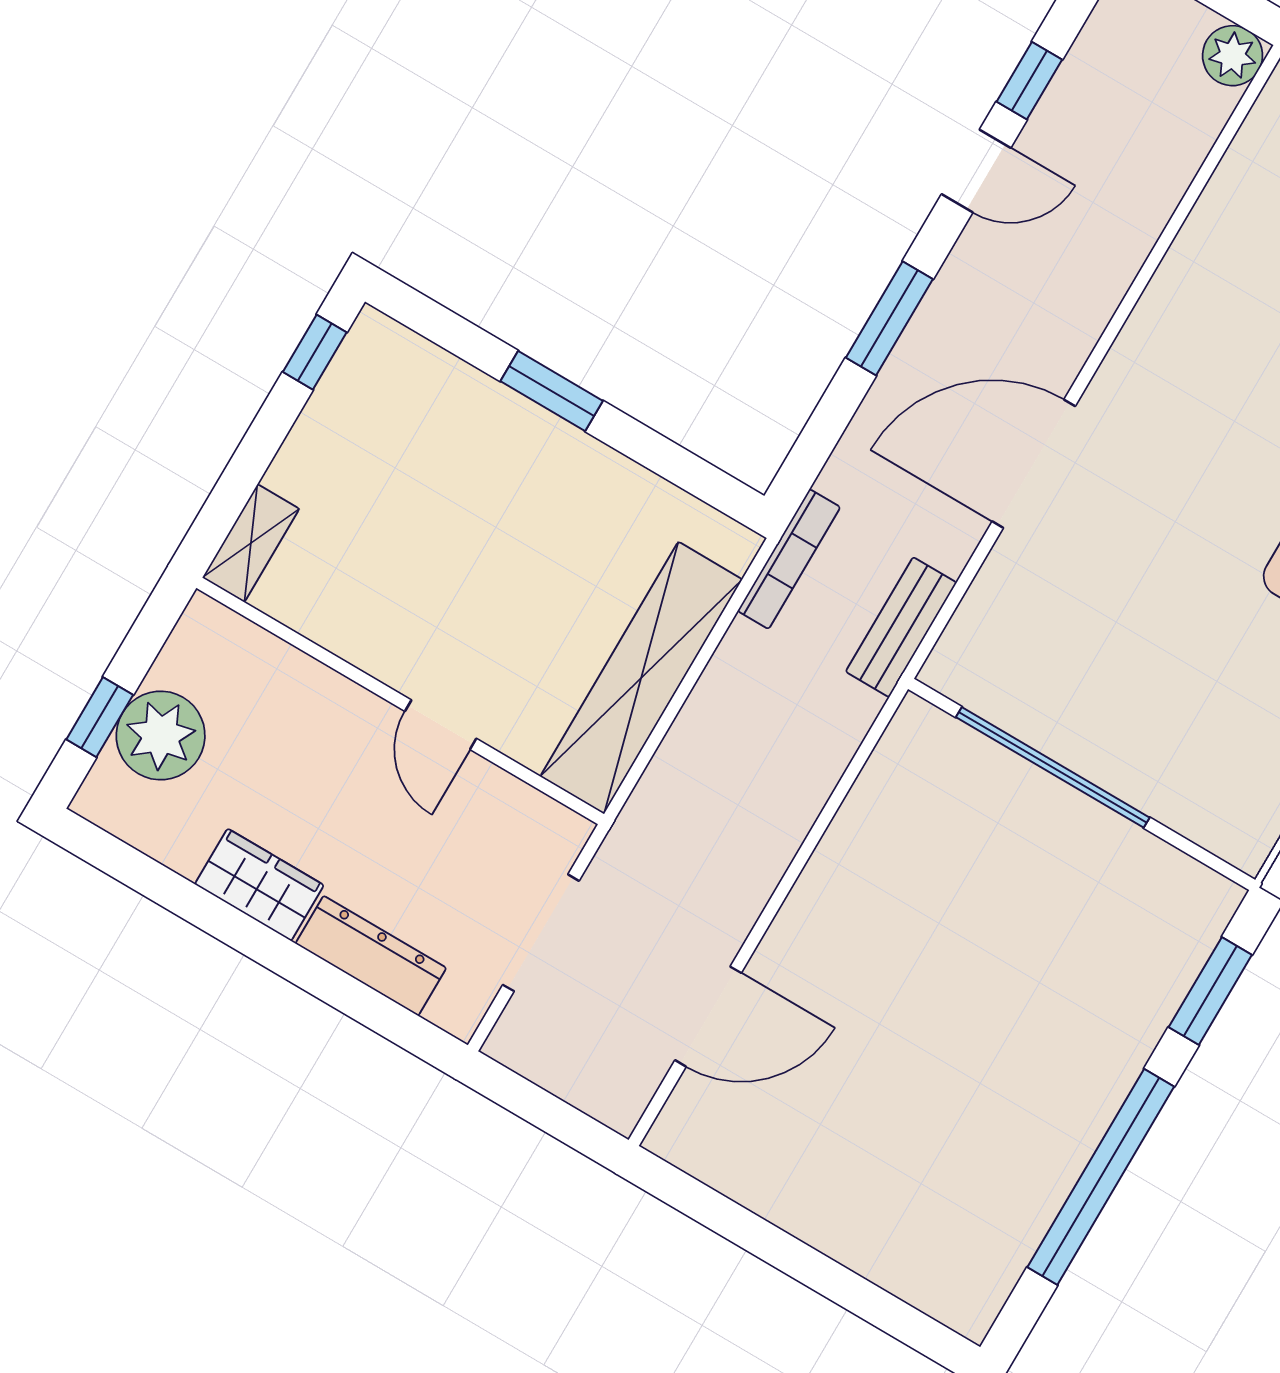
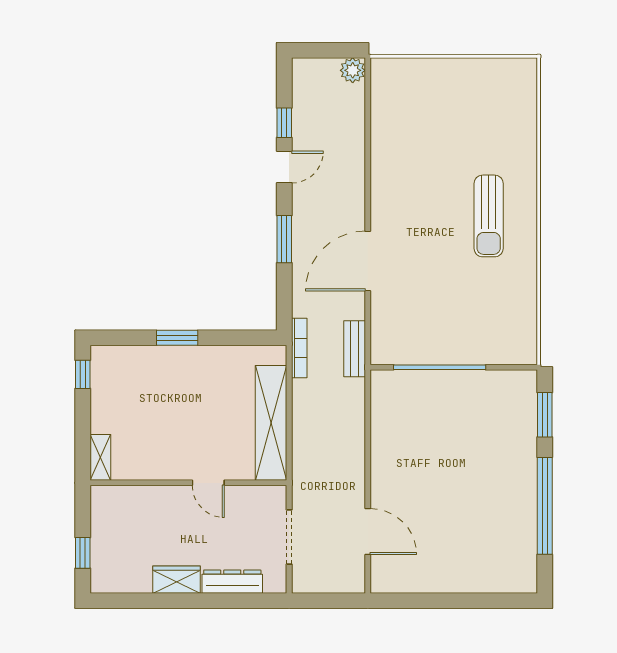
plant: (161, 735) -> (109, 547), removed
door: (708, 1017) -> (368, 532), hinge flipped

